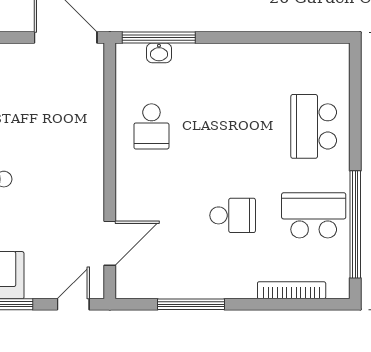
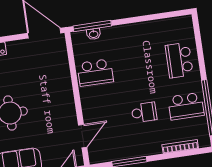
school desk: (151, 126) -> (95, 73), width x1.85
school desk: (314, 215) -> (186, 106), turned 180

